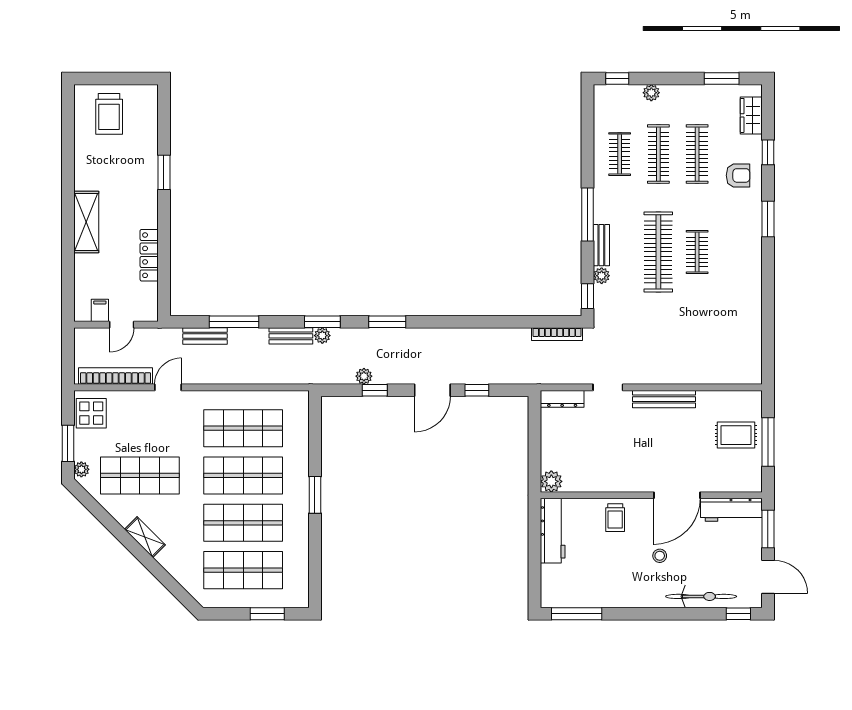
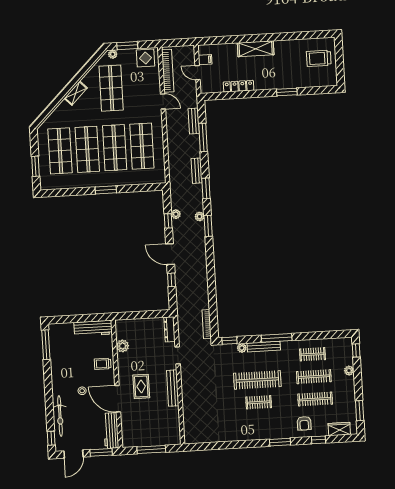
bench: (601, 245) -> (264, 347), width x1.36
plant: (322, 336) -> (200, 216), moved
rug: (736, 435) -> (141, 386), moved
plant: (551, 481) -> (123, 346), moved

